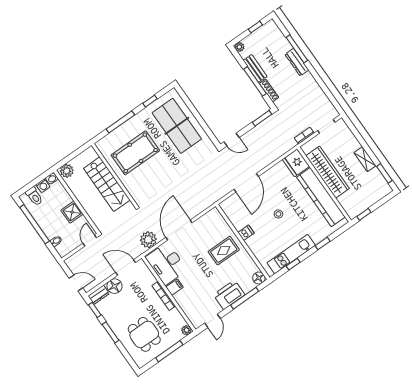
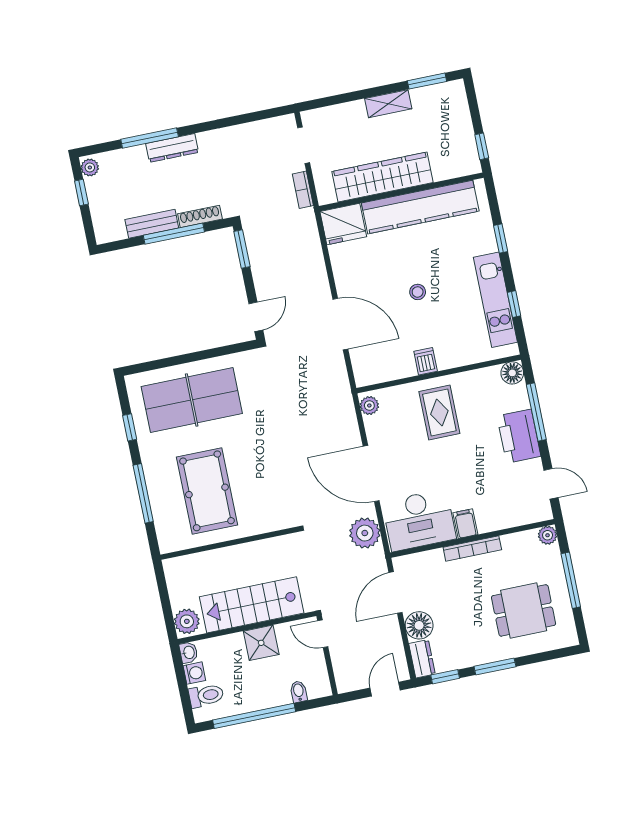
plant: (239, 47) -> (90, 167), moved
stairs: (107, 184) -> (252, 605), moved, turned 180
plant: (212, 215) -> (369, 406), added

